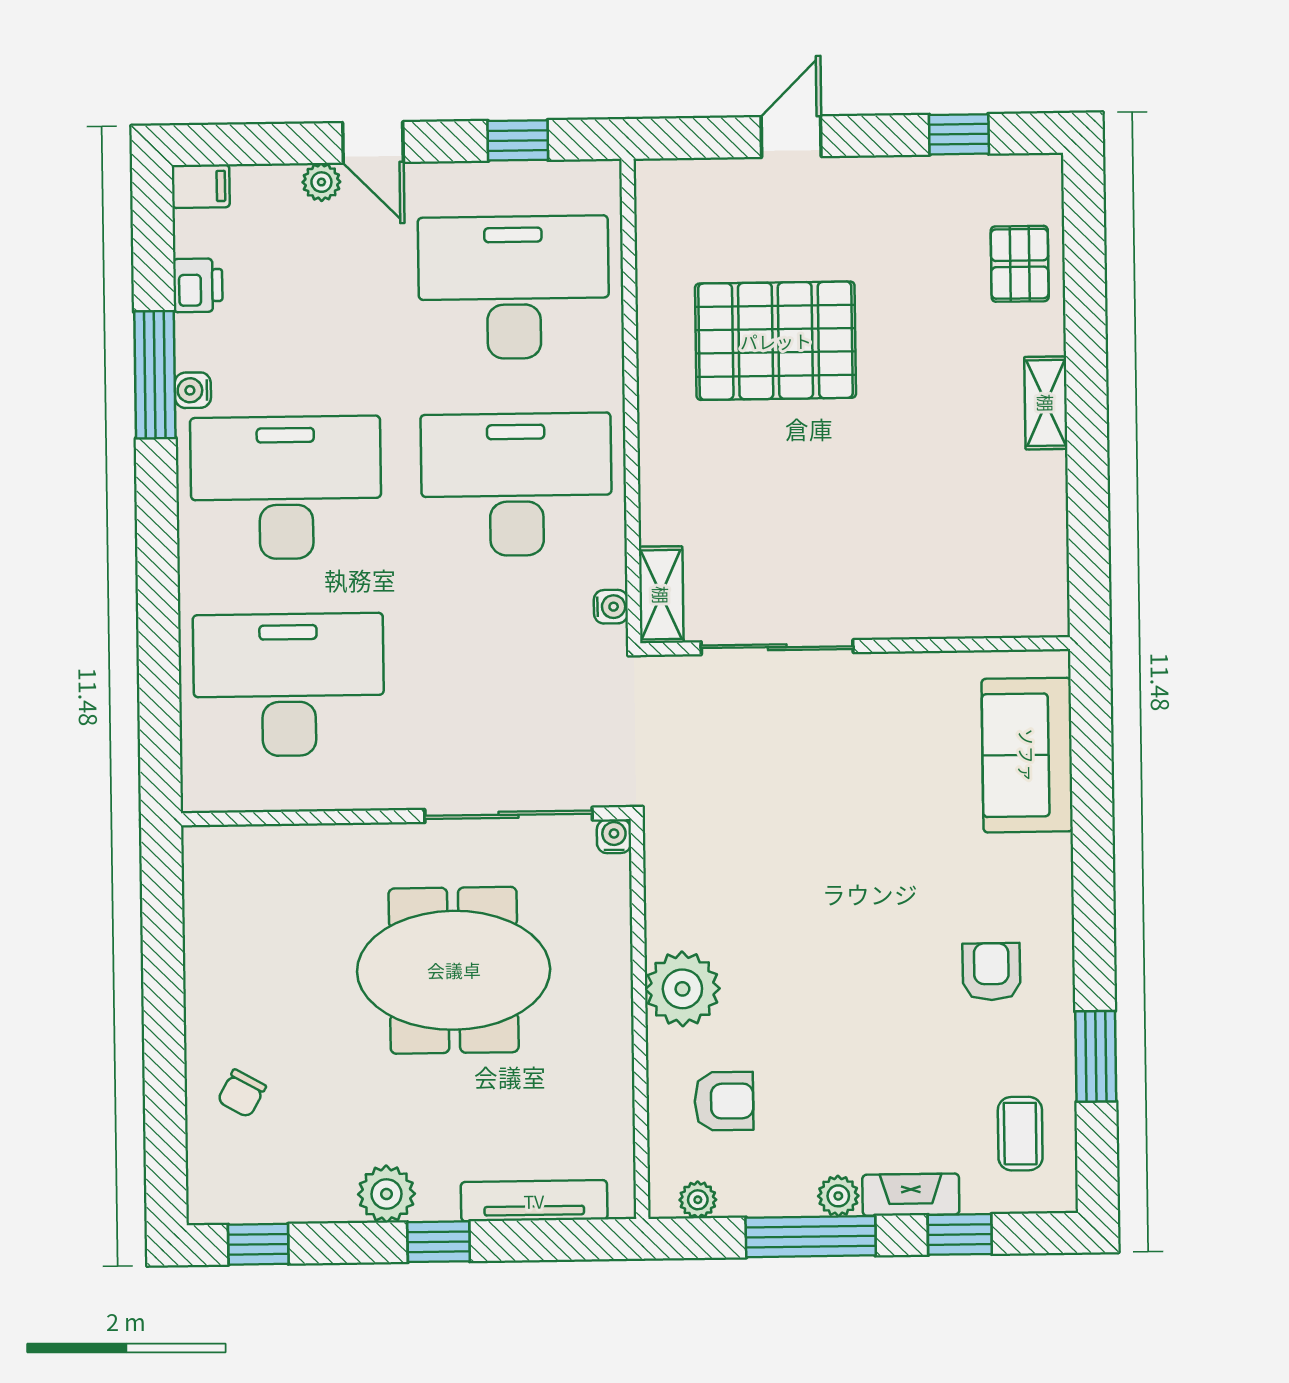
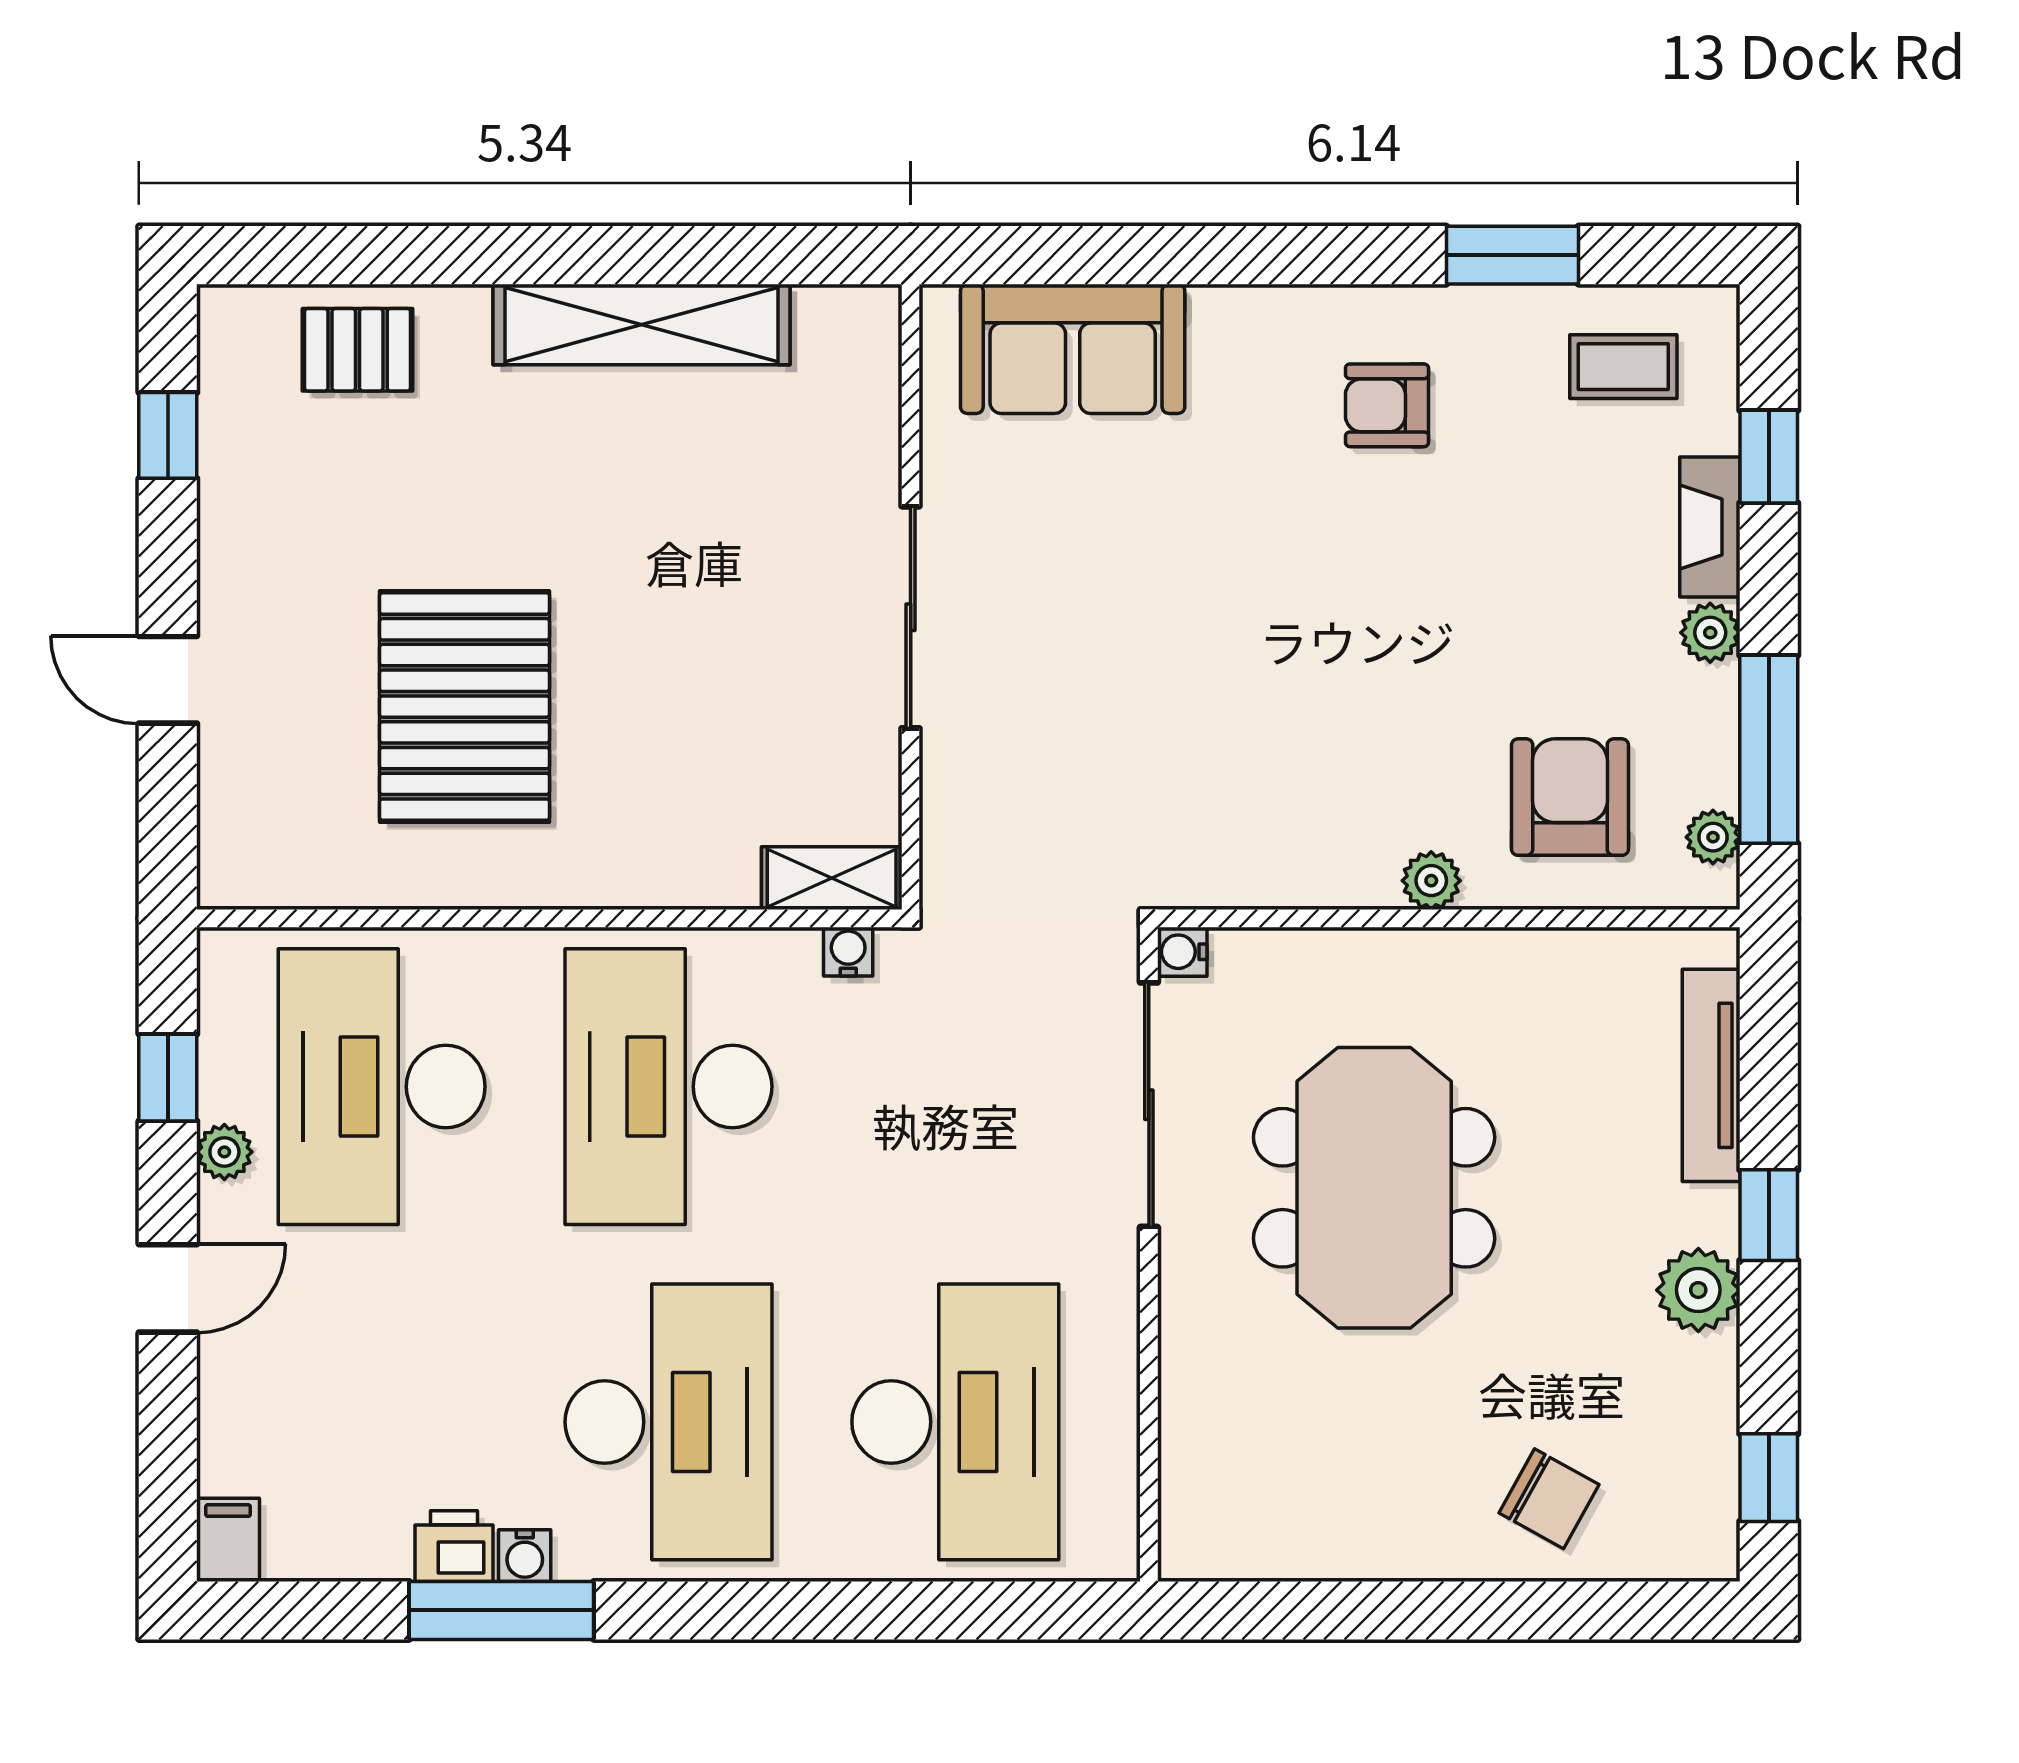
plant: (321, 182) -> (224, 1152), moved
printer: (198, 285) -> (454, 1546), moved
shelving: (1046, 403) -> (641, 325), width x2.20, depth x1.33
desk: (286, 488) -> (668, 1422), turned 180
sliding door: (777, 647) -> (911, 617), moved
desk: (289, 685) -> (955, 1422), turned 180
plant: (682, 989) -> (1431, 881), width x0.53, depth x0.53
chair: (242, 1093) -> (1549, 1499), width x1.37, depth x1.37
armchair: (724, 1101) -> (1570, 797), width x1.38, depth x1.38
window: (811, 1237) -> (1769, 749), moved

